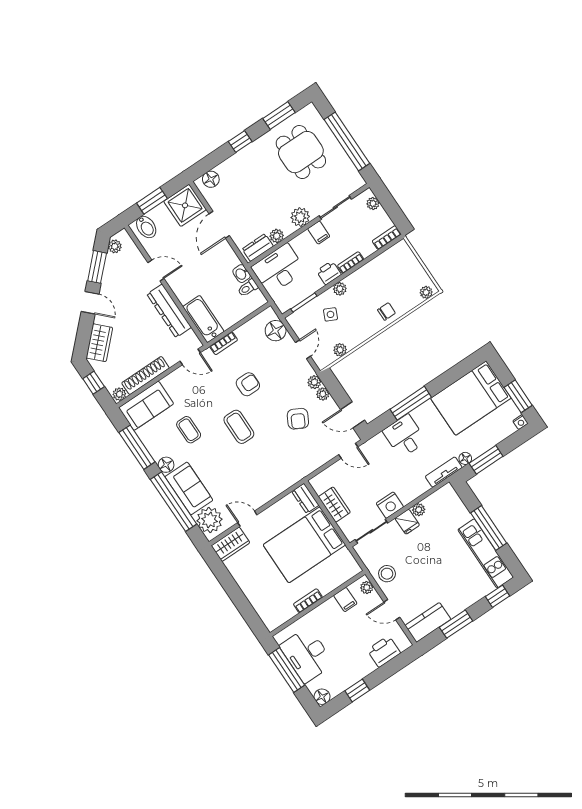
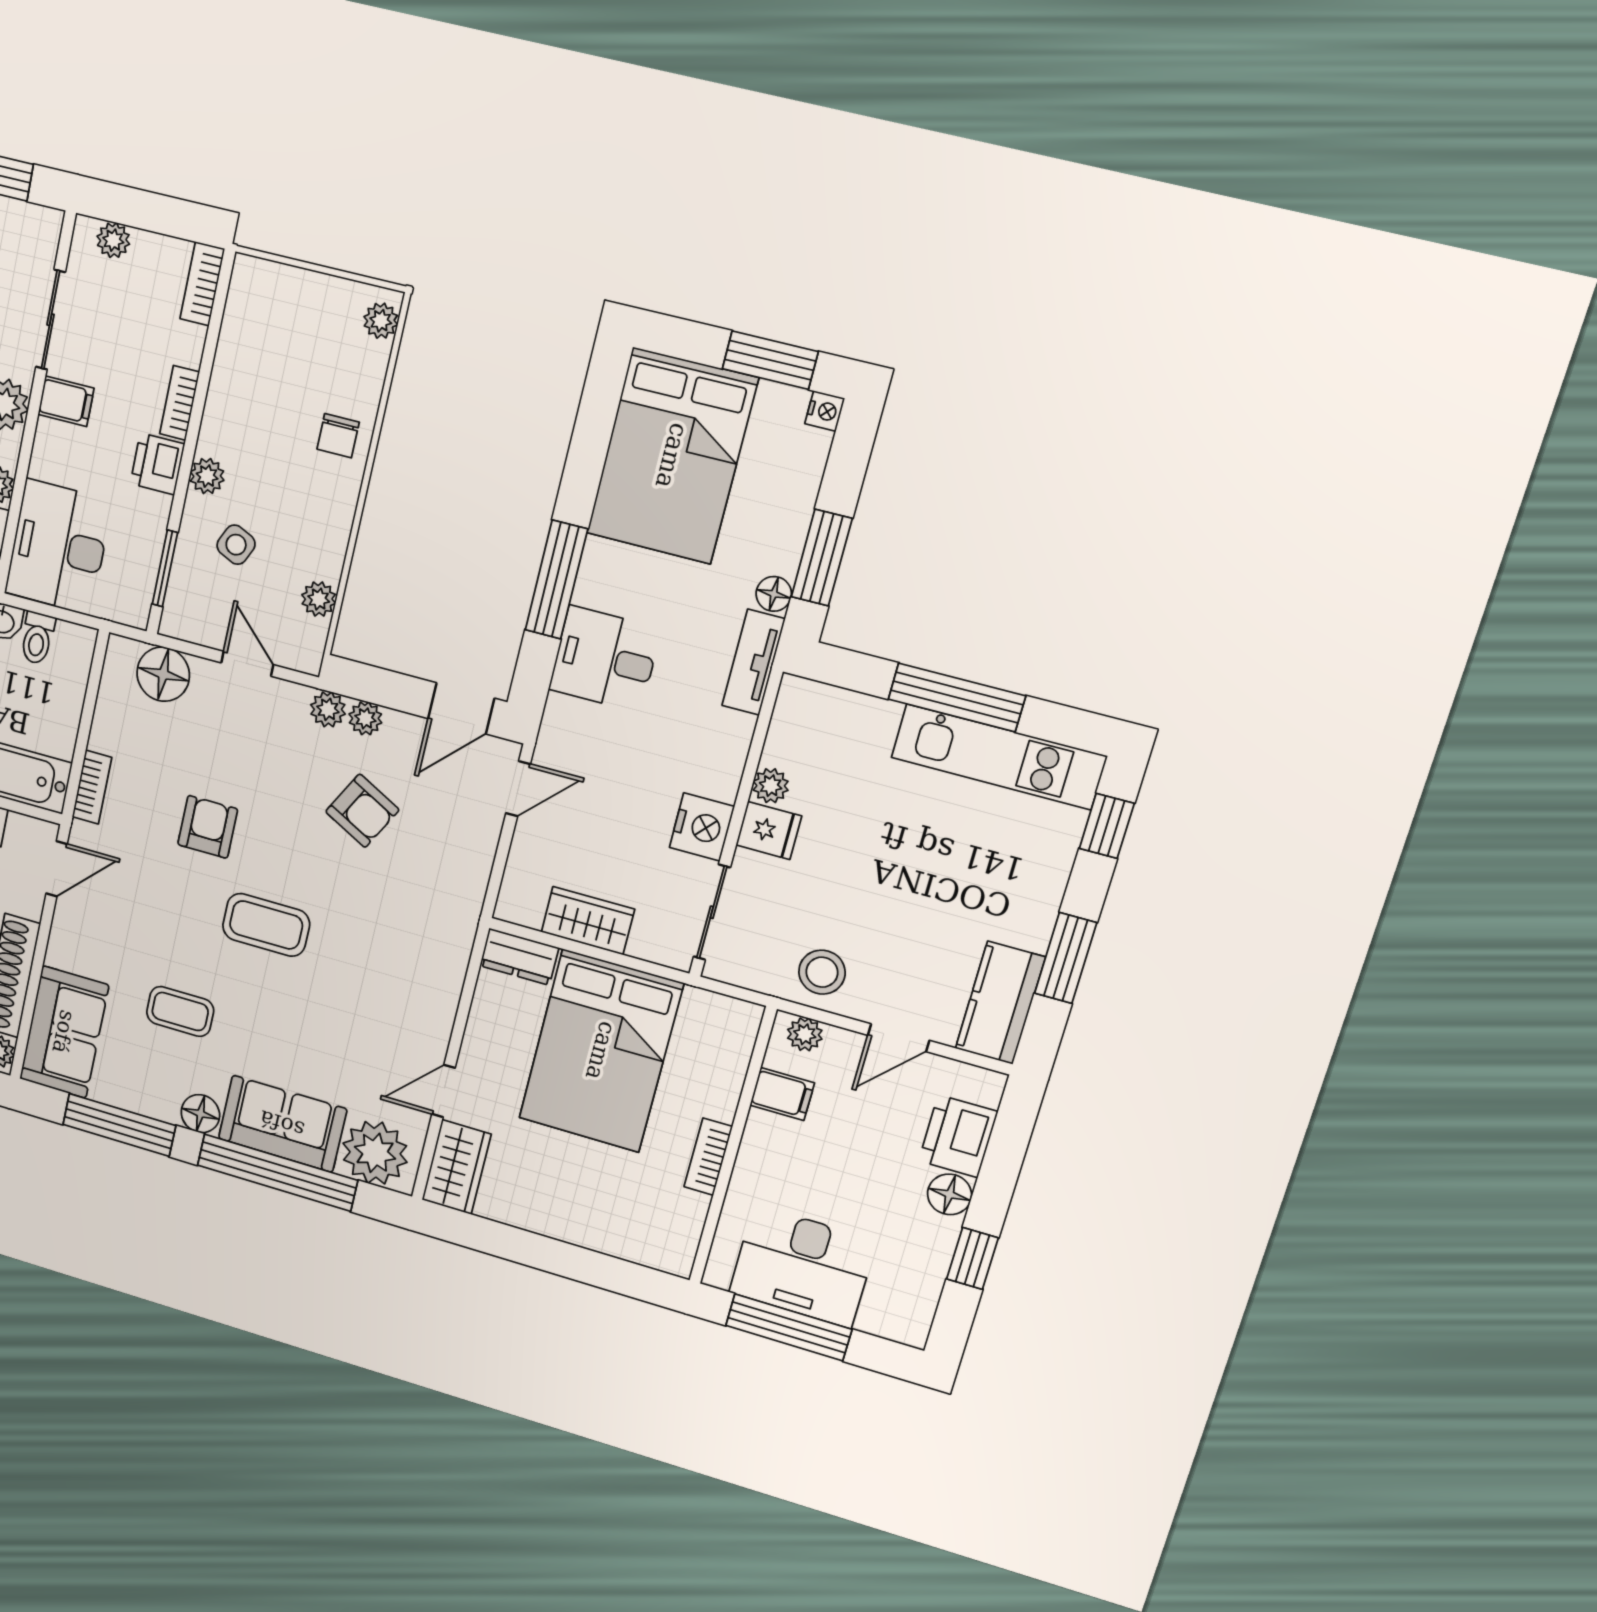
chair: (386, 311) -> (338, 436), turned 180
floor lamp: (322, 697) -> (950, 1194), moved

